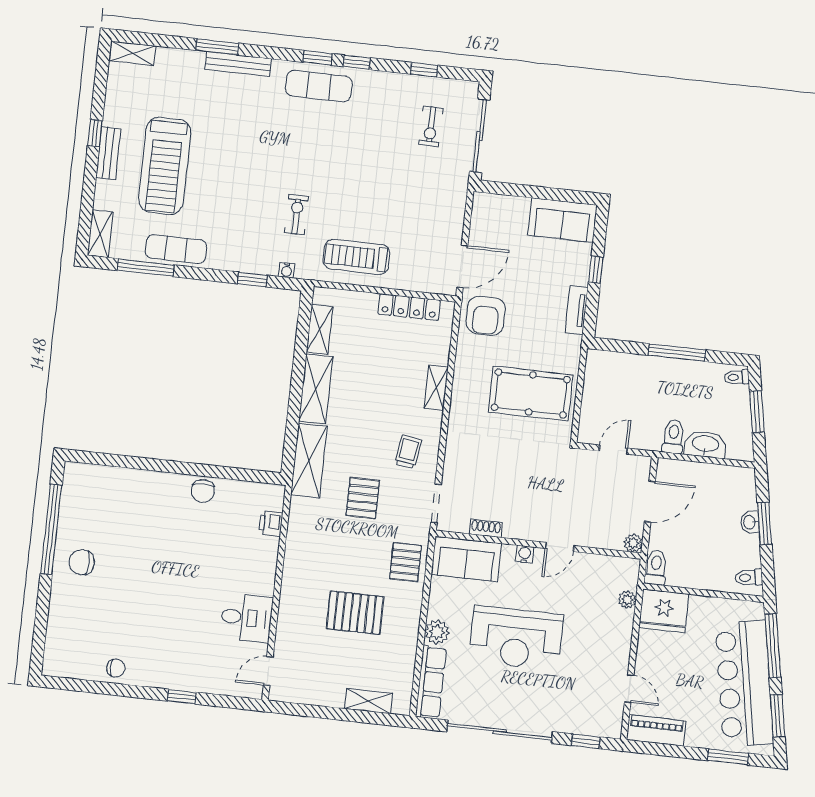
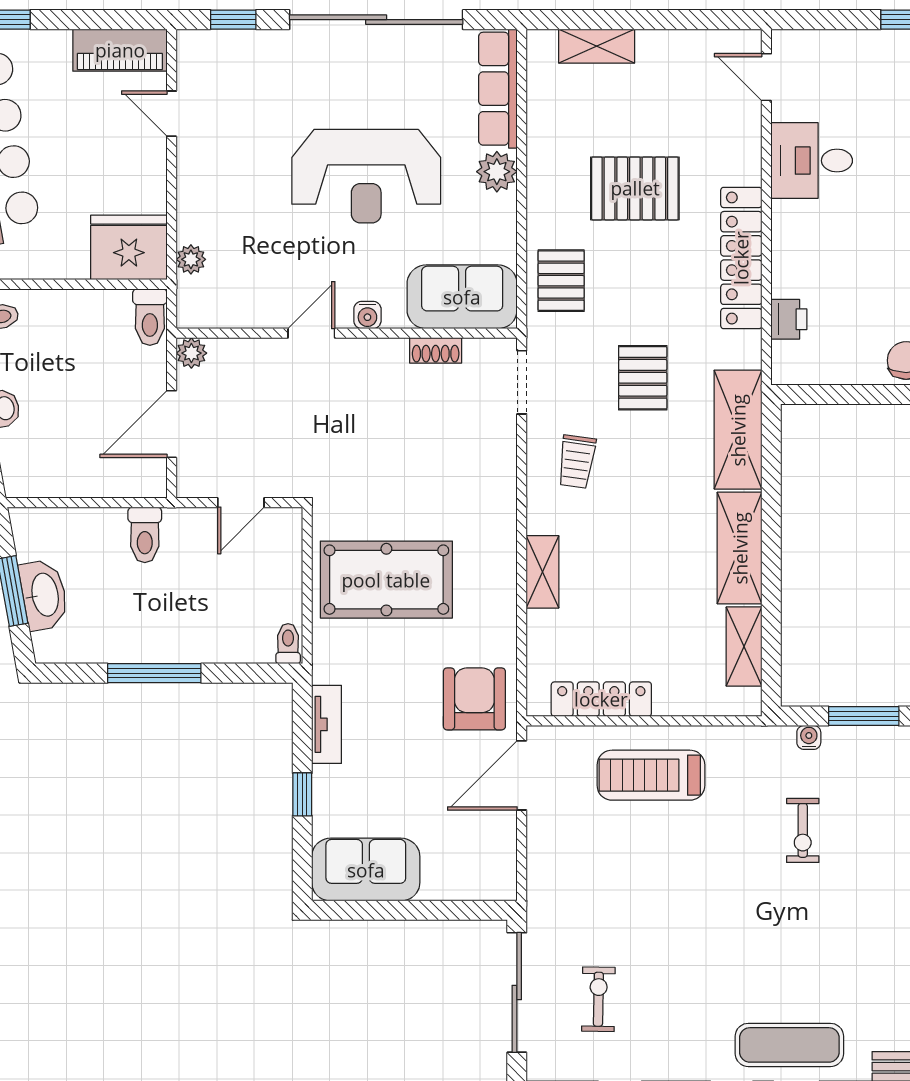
treadmill: (356, 257) -> (651, 775), moved, turned 180
window: (252, 279) -> (864, 716), width x1.50
toilet: (737, 377) -> (288, 644), moved, turned -80
washbasin: (705, 444) -> (44, 595), moved, turned -100
locker: (295, 564) -> (741, 258), added
reception desk: (516, 638) -> (366, 176), turned 180
door: (268, 671) -> (766, 77), swing flipped

